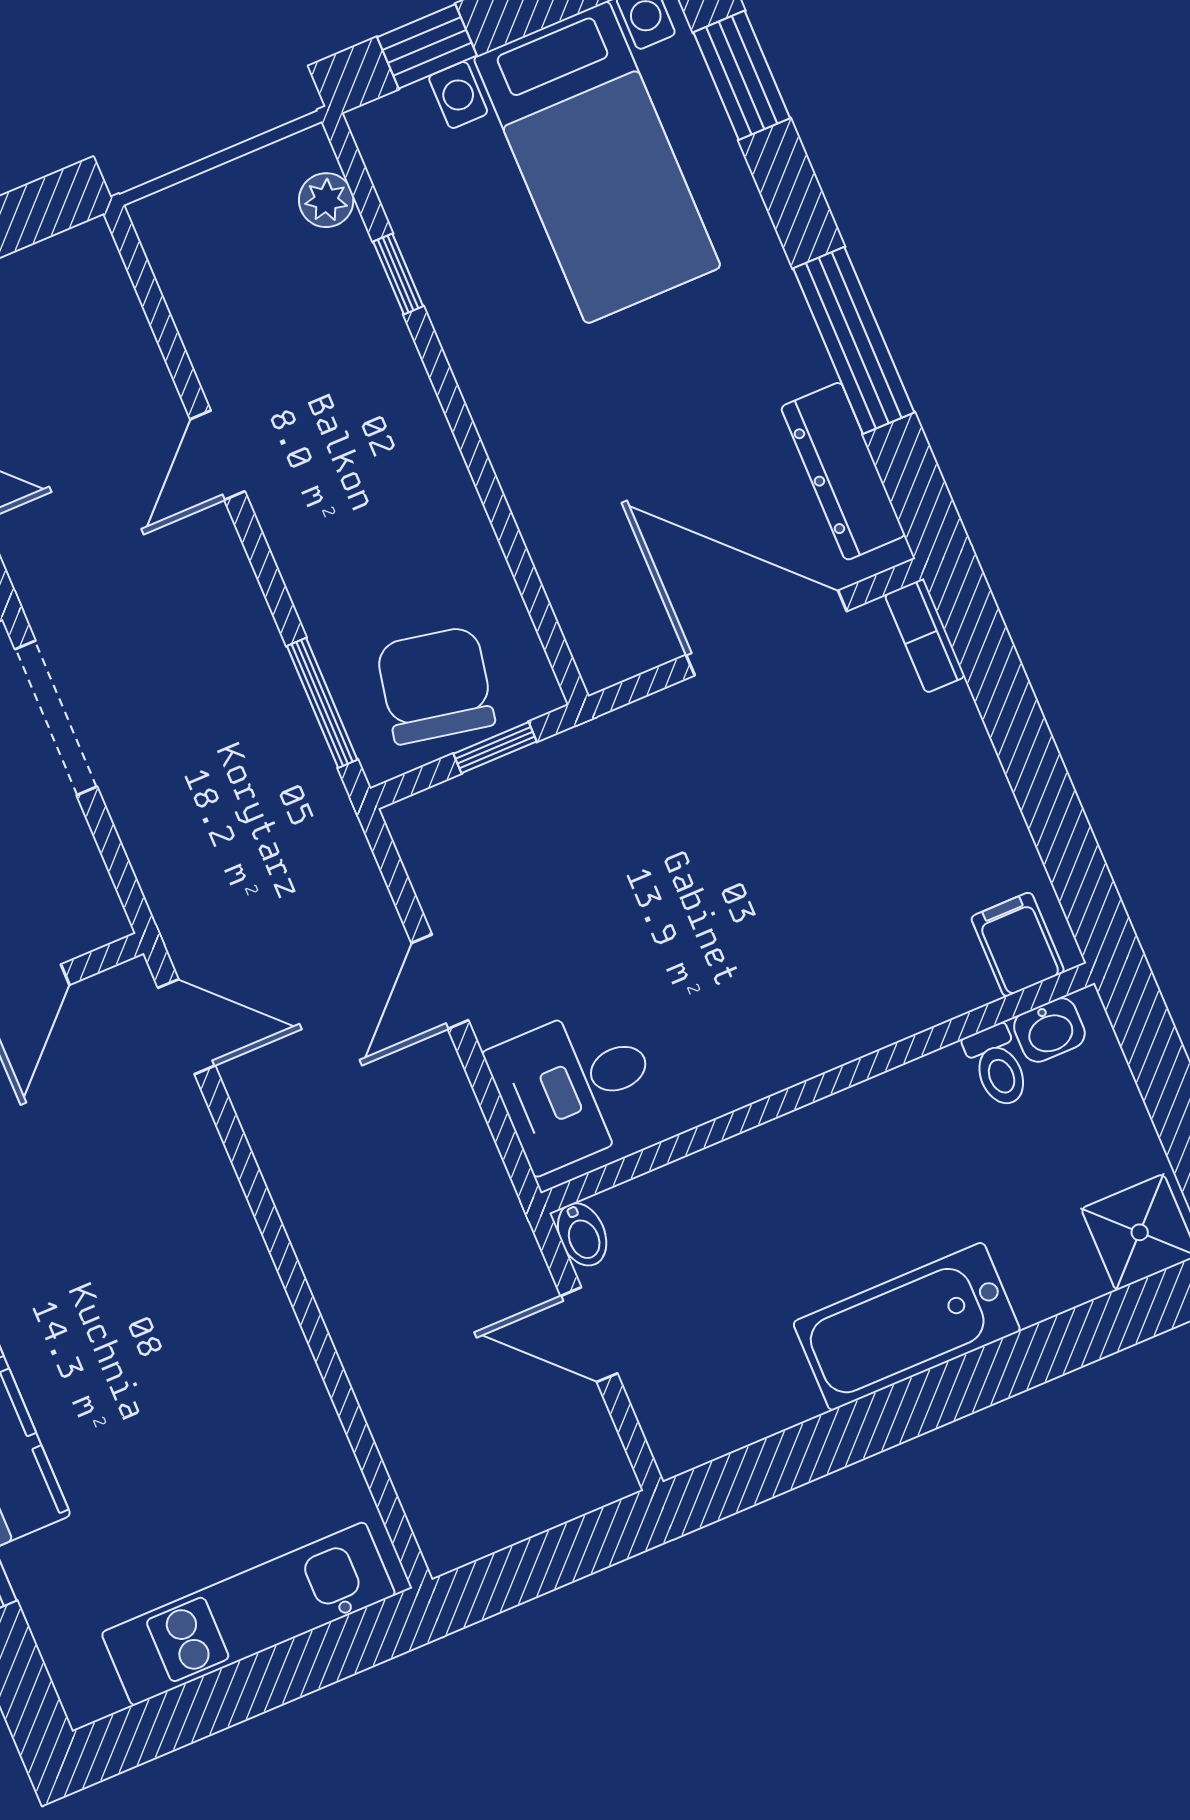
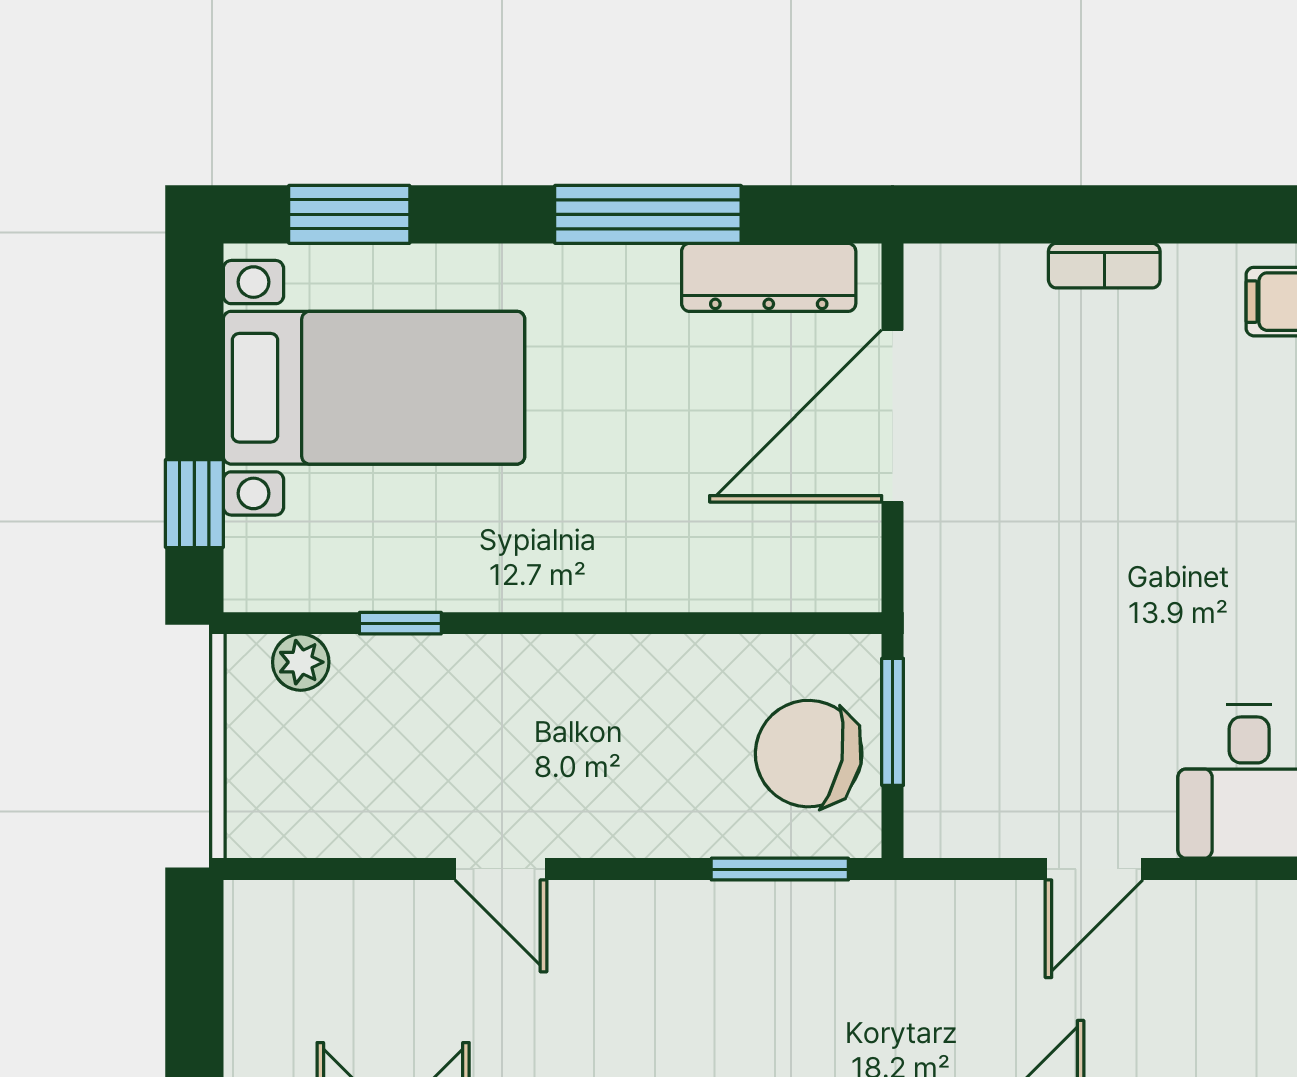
bookcase: (925, 636) -> (1104, 266), moved
window: (495, 748) -> (893, 722), width x1.50
door: (440, 982) -> (1094, 869), hinge flipped

